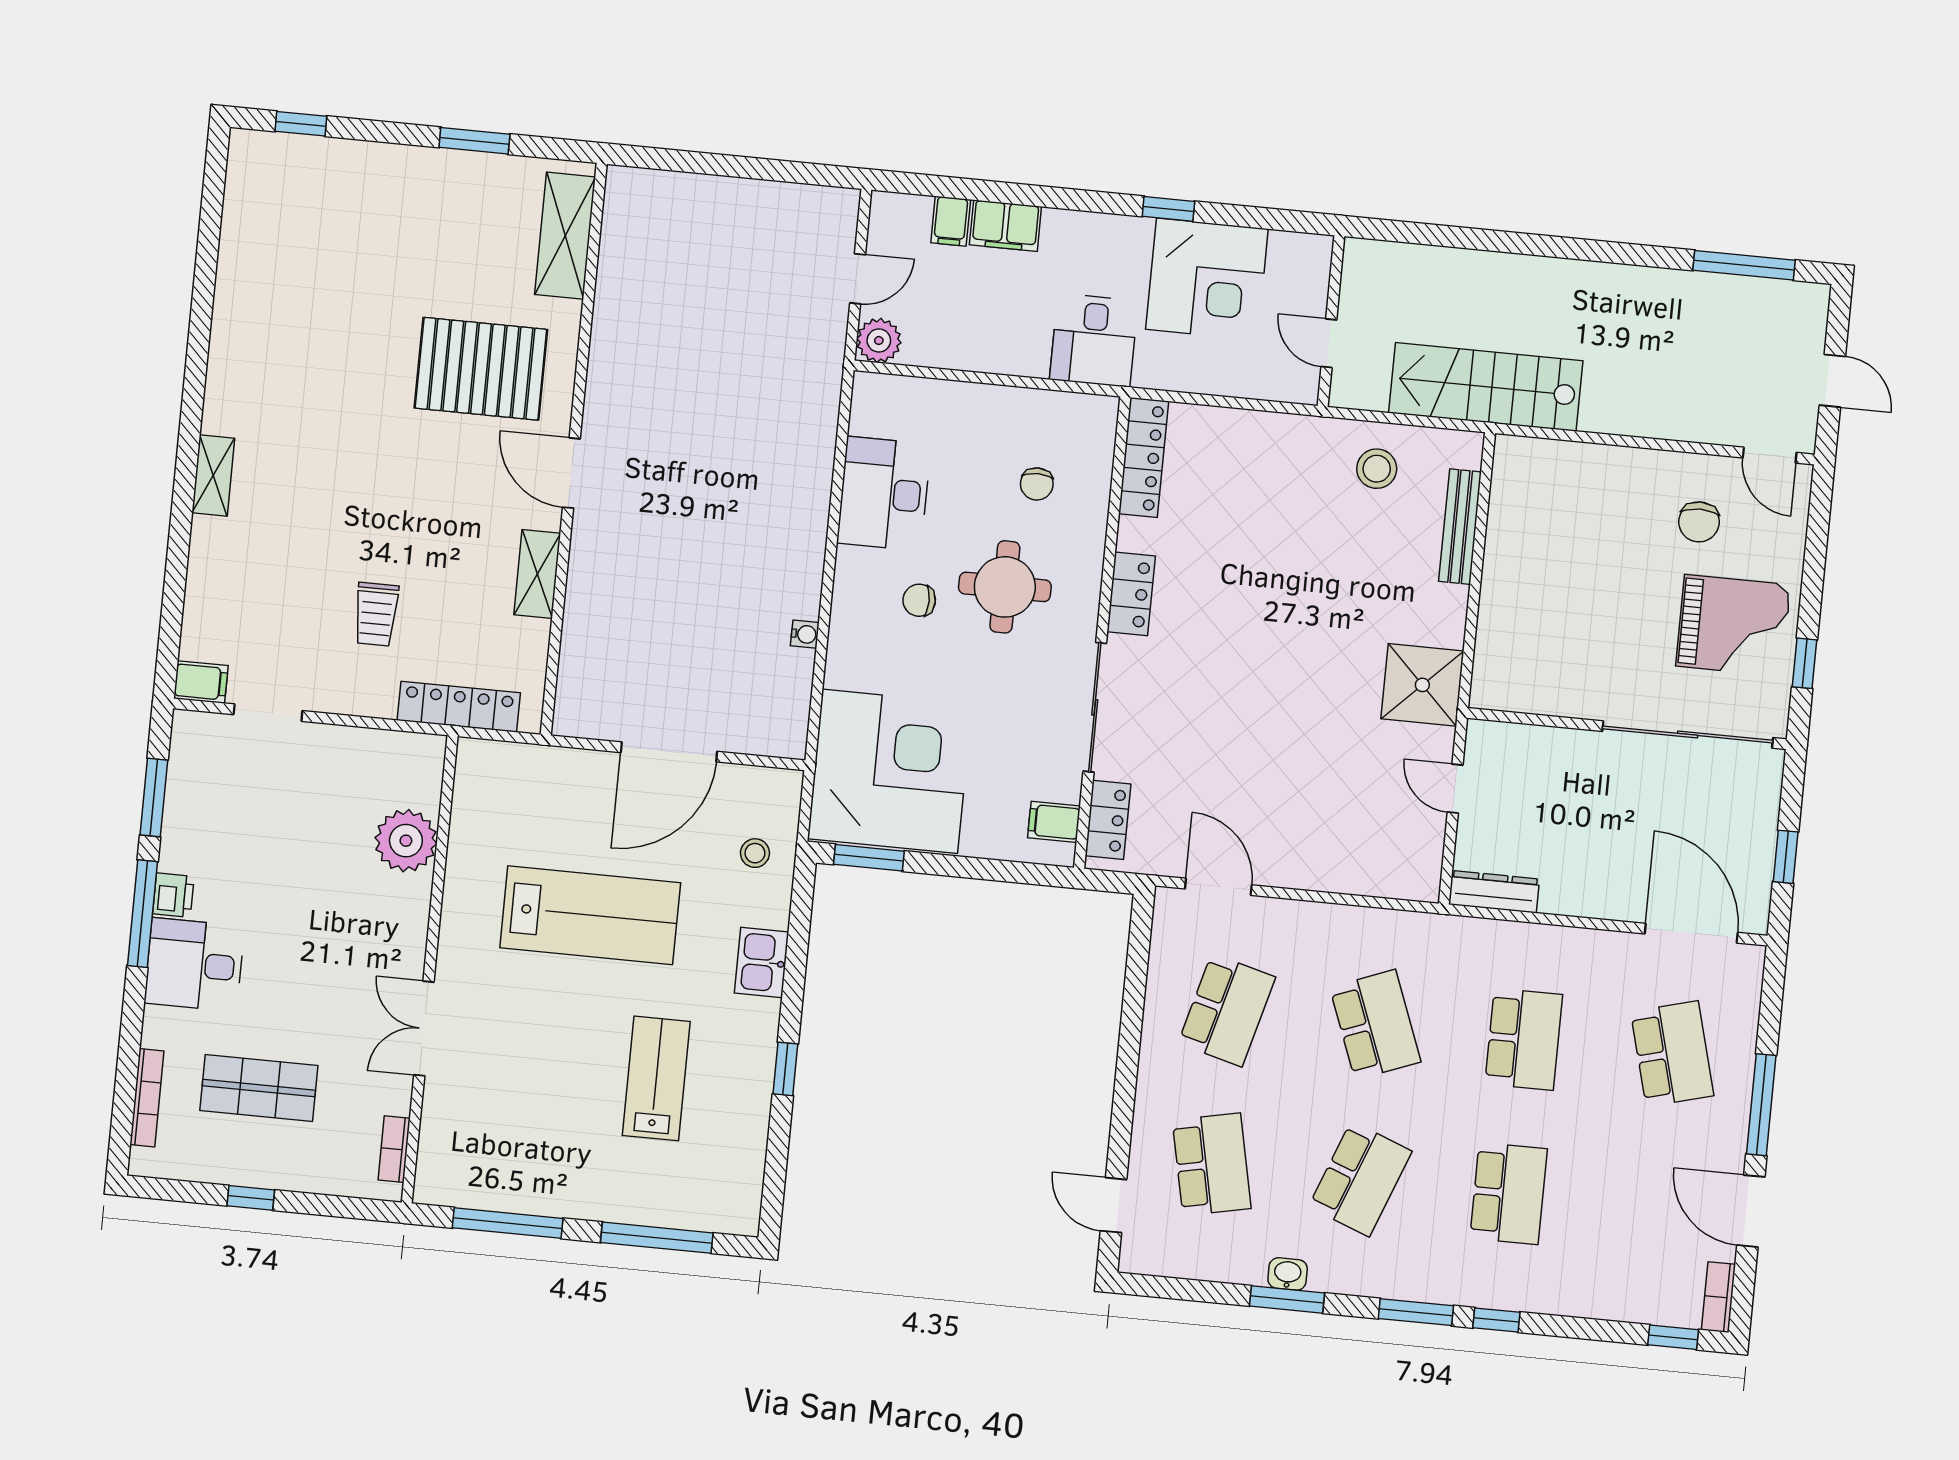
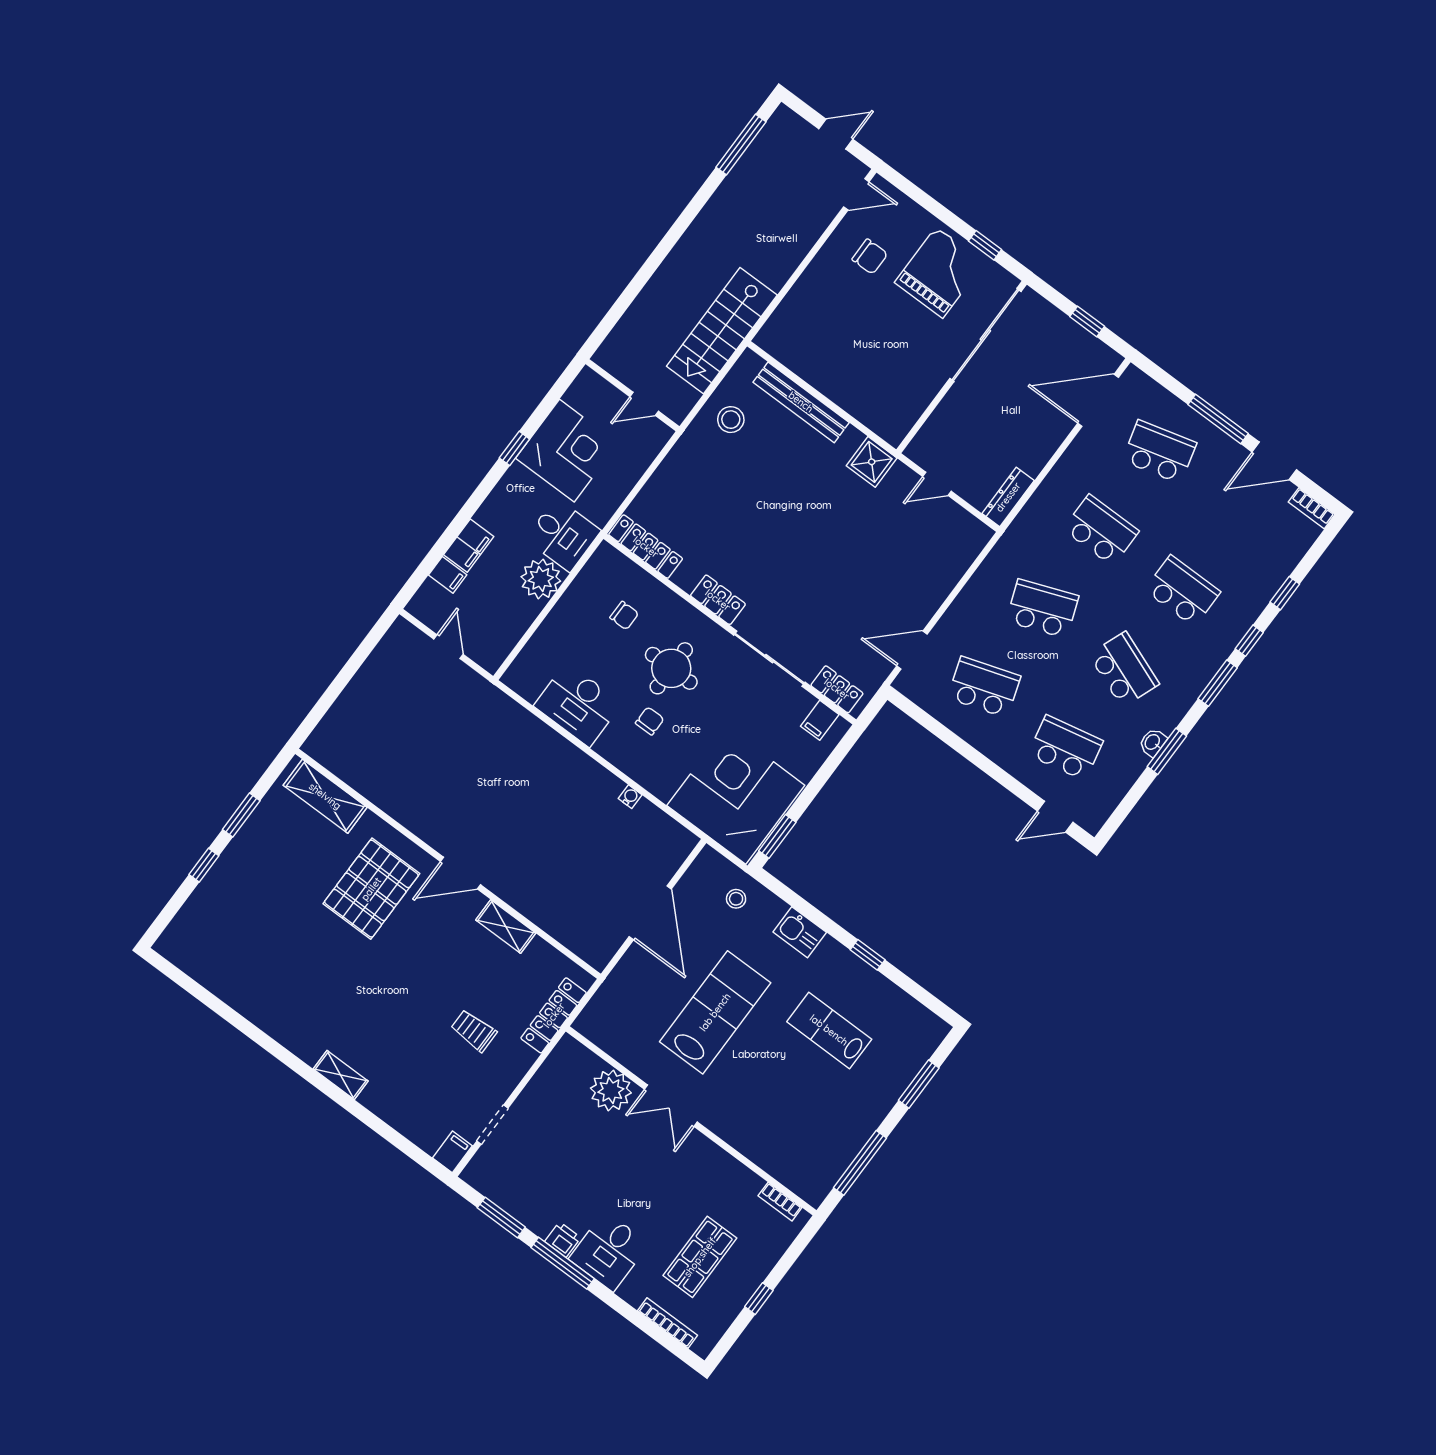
window: (301, 124) -> (204, 865), moved
plant: (879, 340) -> (541, 579), moved, width x1.36, depth x1.36
bench: (1460, 527) -> (801, 402), width x1.37, depth x1.21
chair: (919, 600) -> (650, 721), turned 180
trolley: (376, 614) -> (474, 1031), turned 180
shower: (1422, 685) -> (872, 462), width x0.73, depth x0.73
school desk: (1227, 1010) -> (984, 687), turned -33
double door: (424, 1029) -> (671, 1106), moved
window: (657, 1238) -> (919, 1084), width x0.69
window: (1673, 1337) -> (1285, 593), moved

